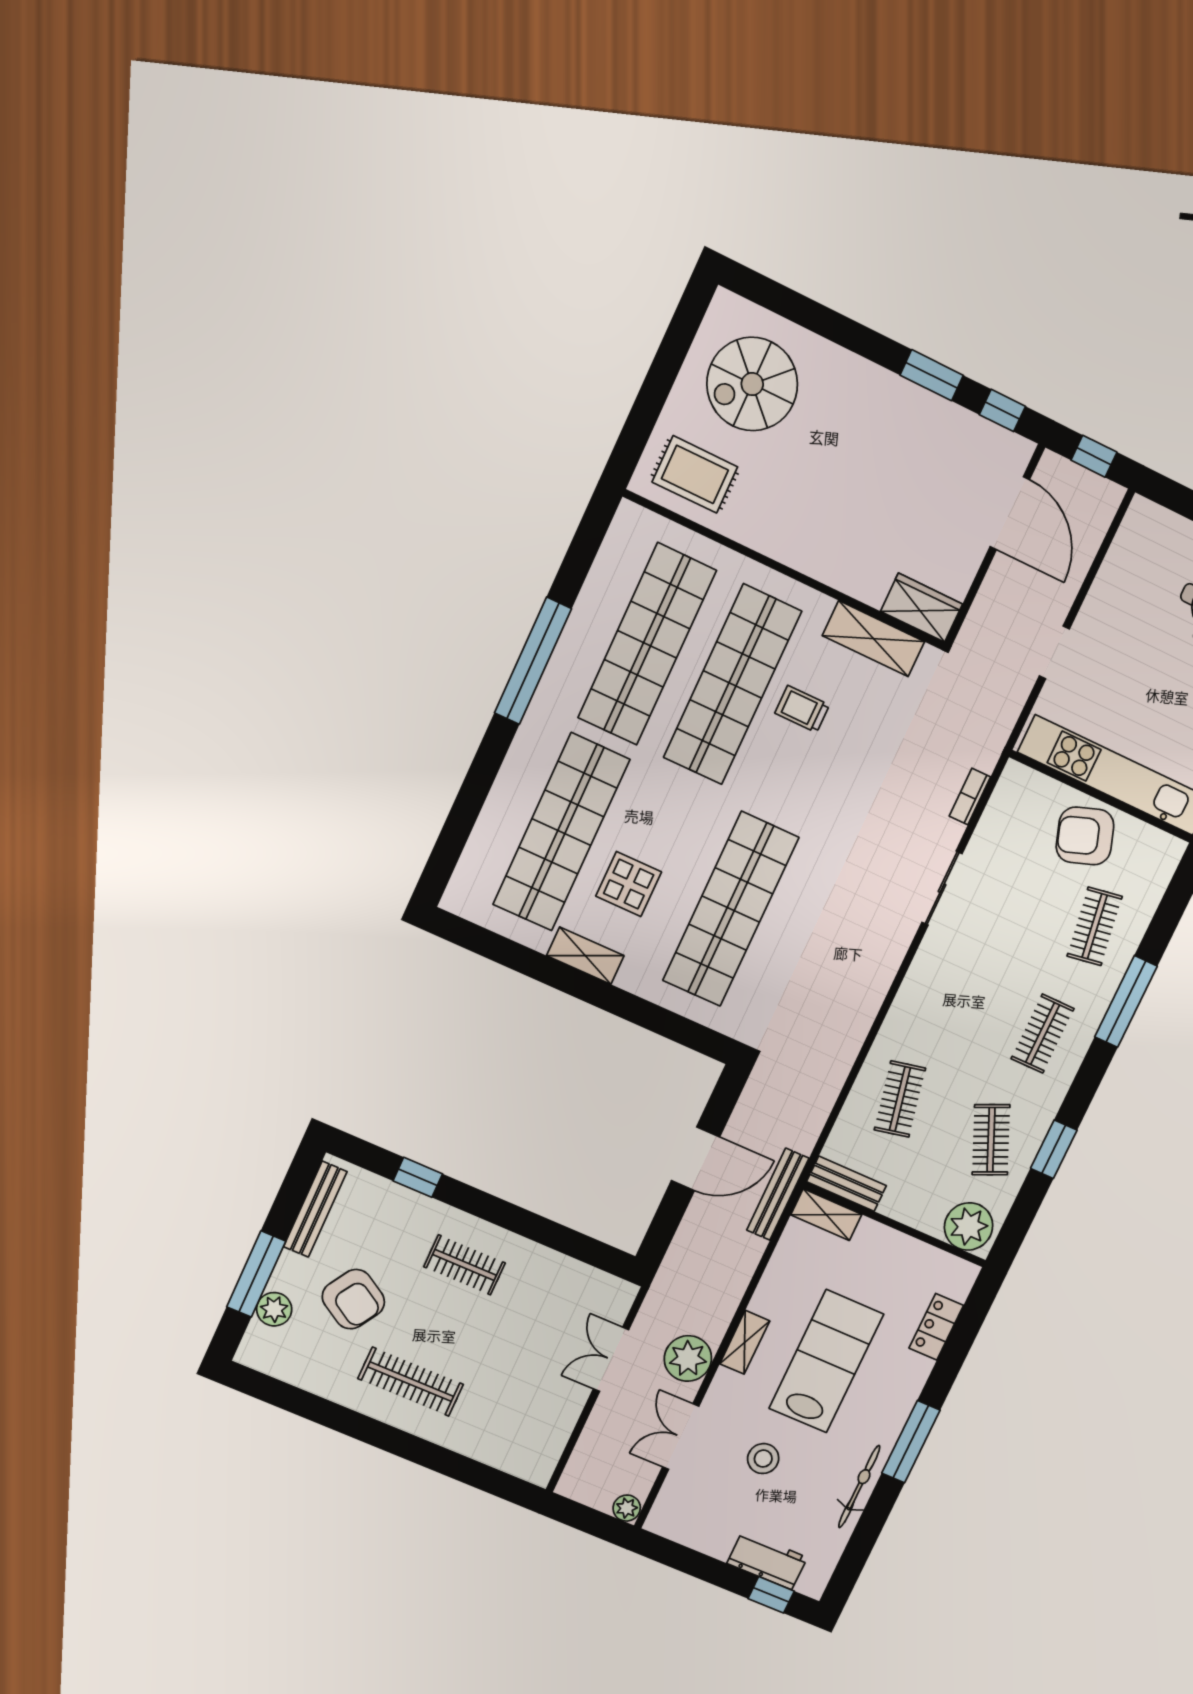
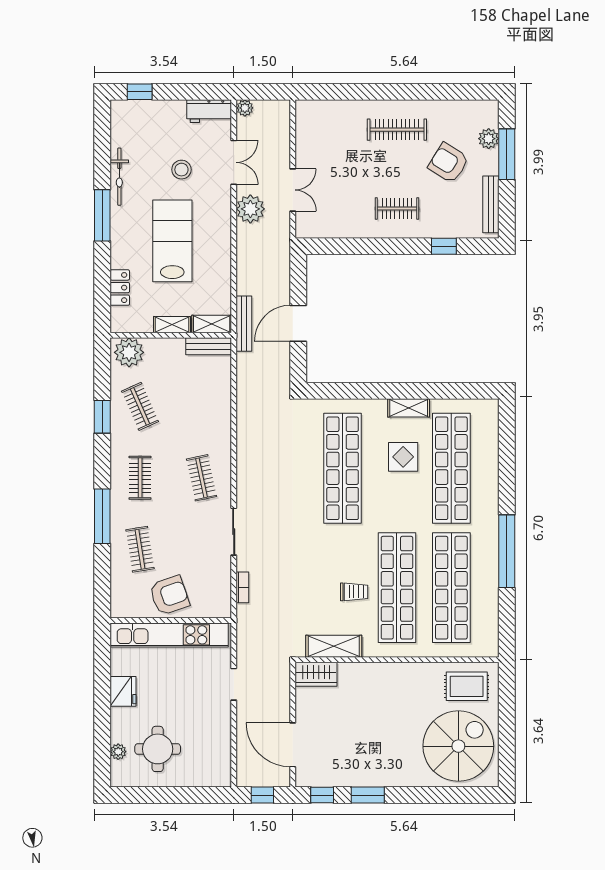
spiral stairs: (752, 384) -> (458, 746), width x1.37, depth x1.37
clothes rail: (900, 1099) -> (202, 478), moved
shelving: (745, 1342) -> (172, 325), moved, turned 90
lab bench: (826, 1361) -> (172, 241), turned 180
workbench: (767, 1560) -> (209, 111), moved

